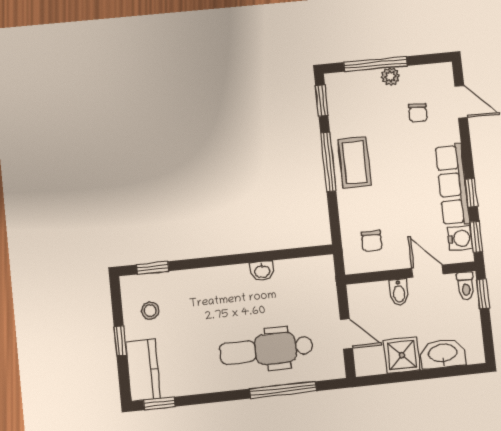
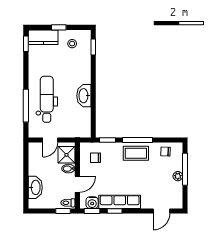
window: (322, 101) -> (108, 140), moved
chair: (418, 113) -> (166, 152), moved
washbasin: (262, 271) -> (84, 96), width x1.91, depth x1.45
shower: (402, 355) -> (66, 155), moved

